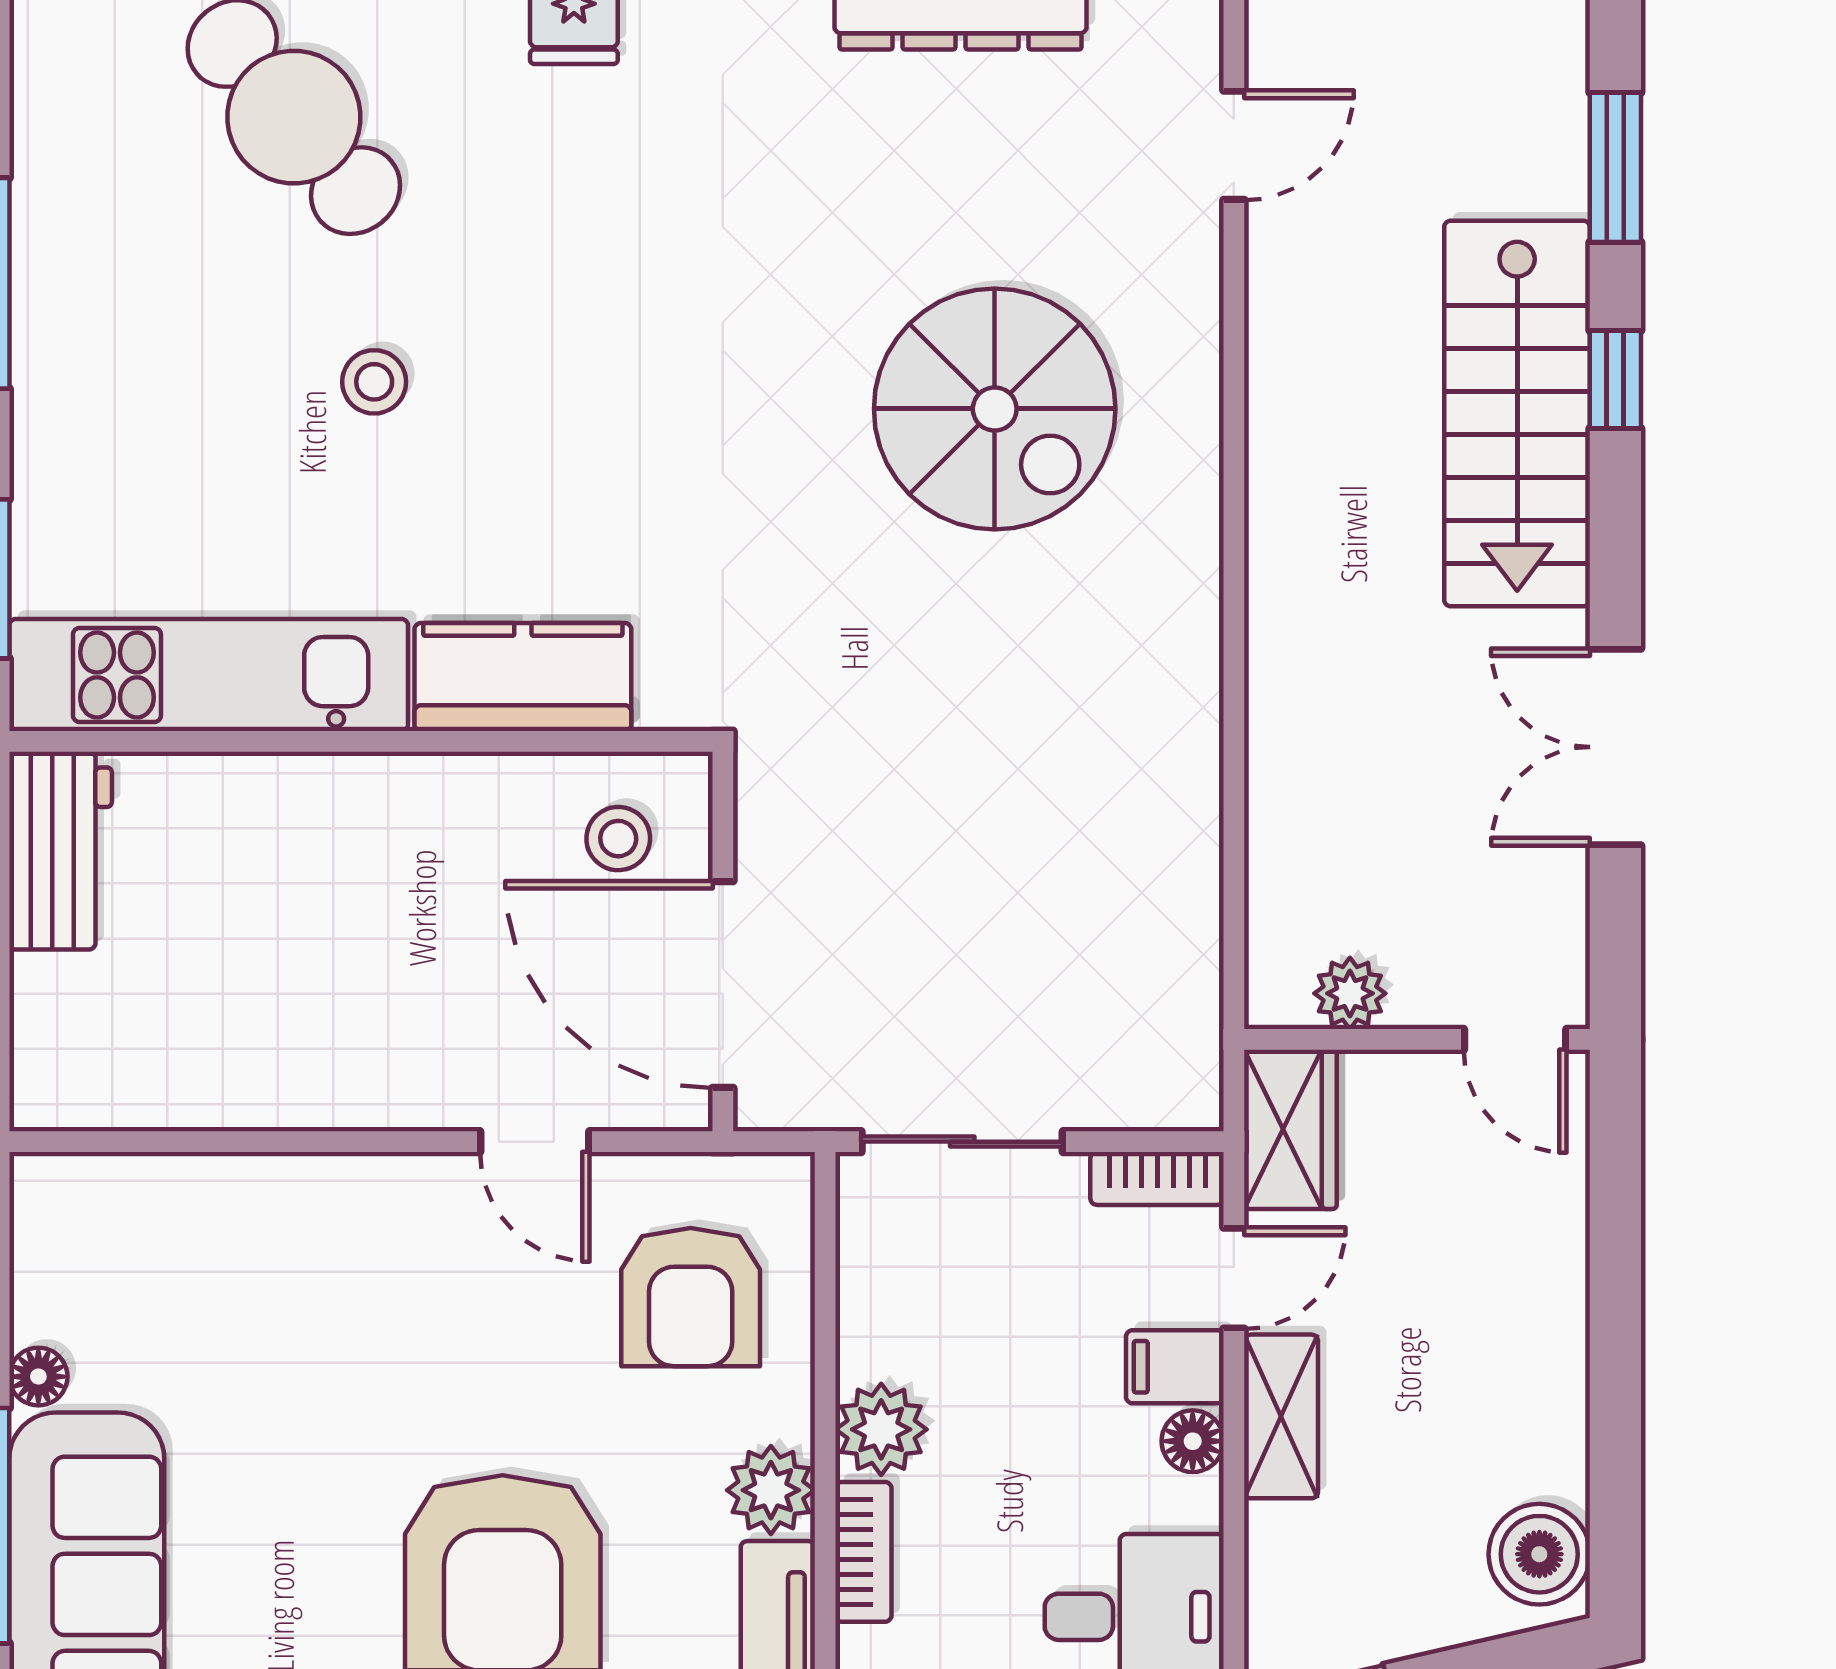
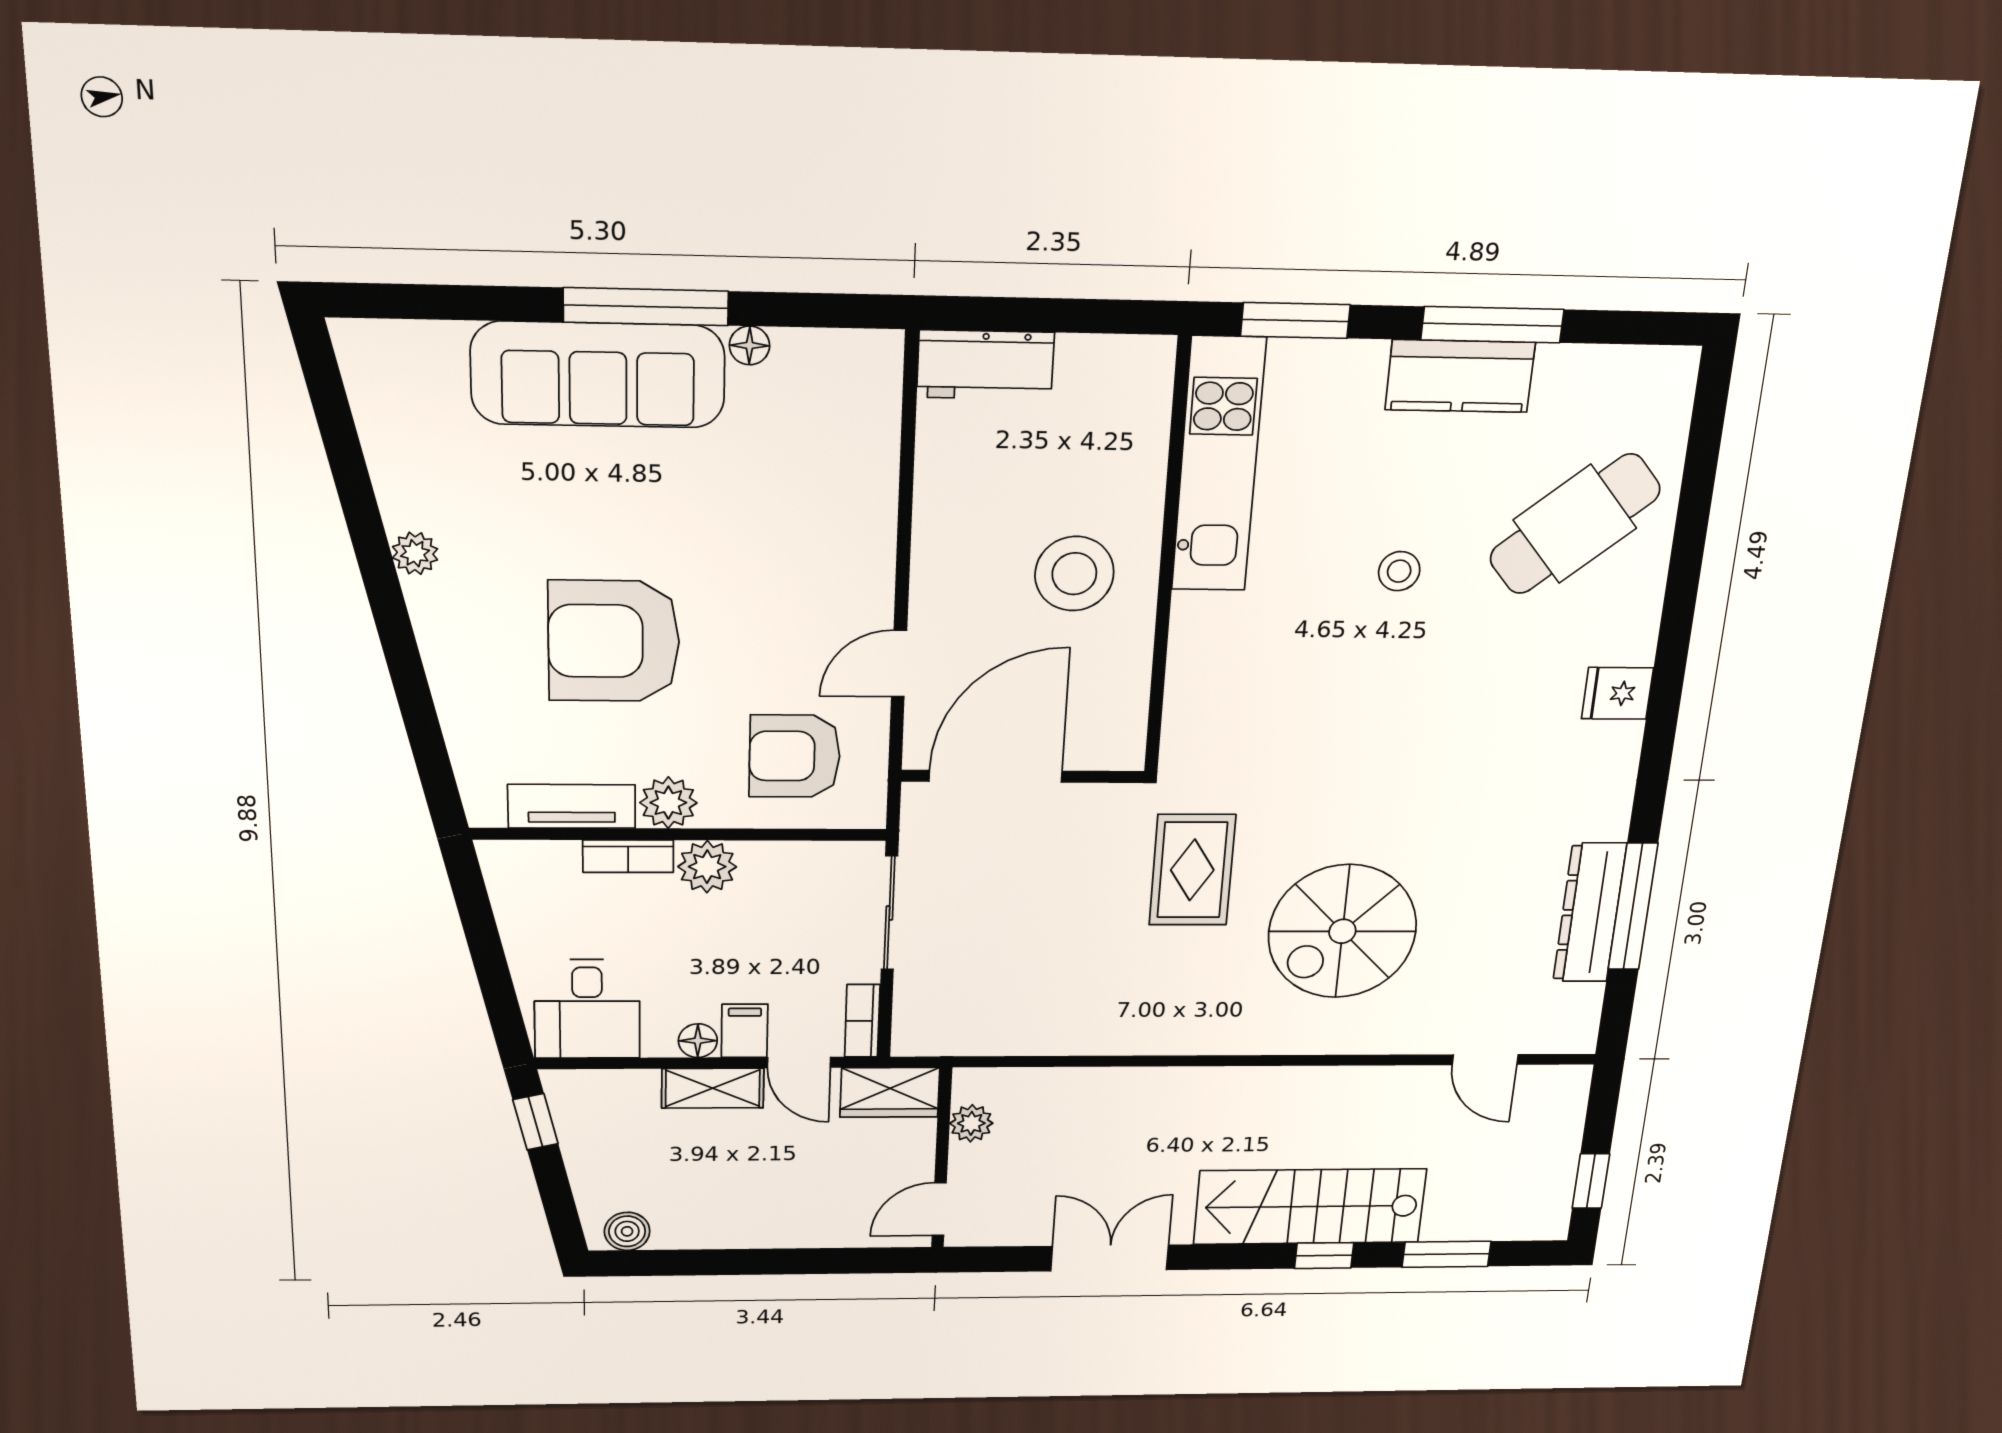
rug: (885, 662) -> (1192, 870), added
kitchen counter: (523, 677) -> (1460, 376), moved, turned 90
stool: (618, 839) -> (1074, 574), moved, width x1.89, depth x1.89
workbench: (61, 851) -> (985, 365), moved
boiler: (1539, 1554) -> (627, 1231), width x0.73, depth x0.73

